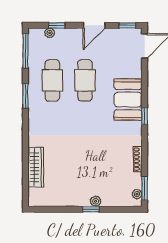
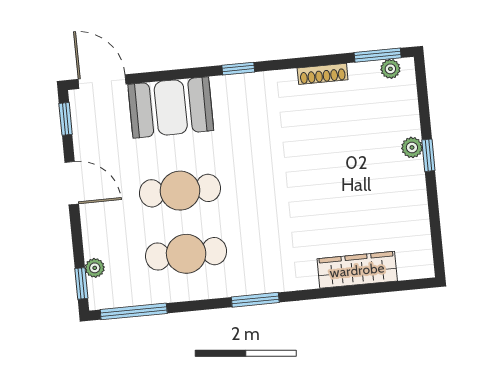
window: (57, 25) -> (81, 283), moved
window: (25, 96) -> (255, 300), moved
booth: (128, 100) -> (171, 107), moved

